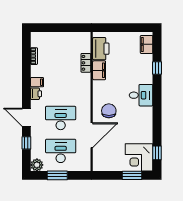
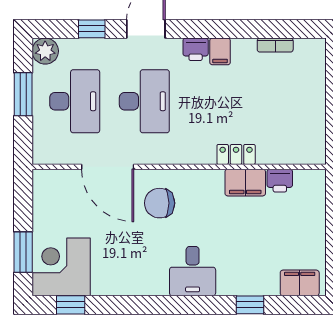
printer: (101, 49) -> (280, 181), width x0.53, depth x0.68
locker: (86, 63) -> (236, 154), moved
chair: (109, 111) -> (160, 203), turned 180

